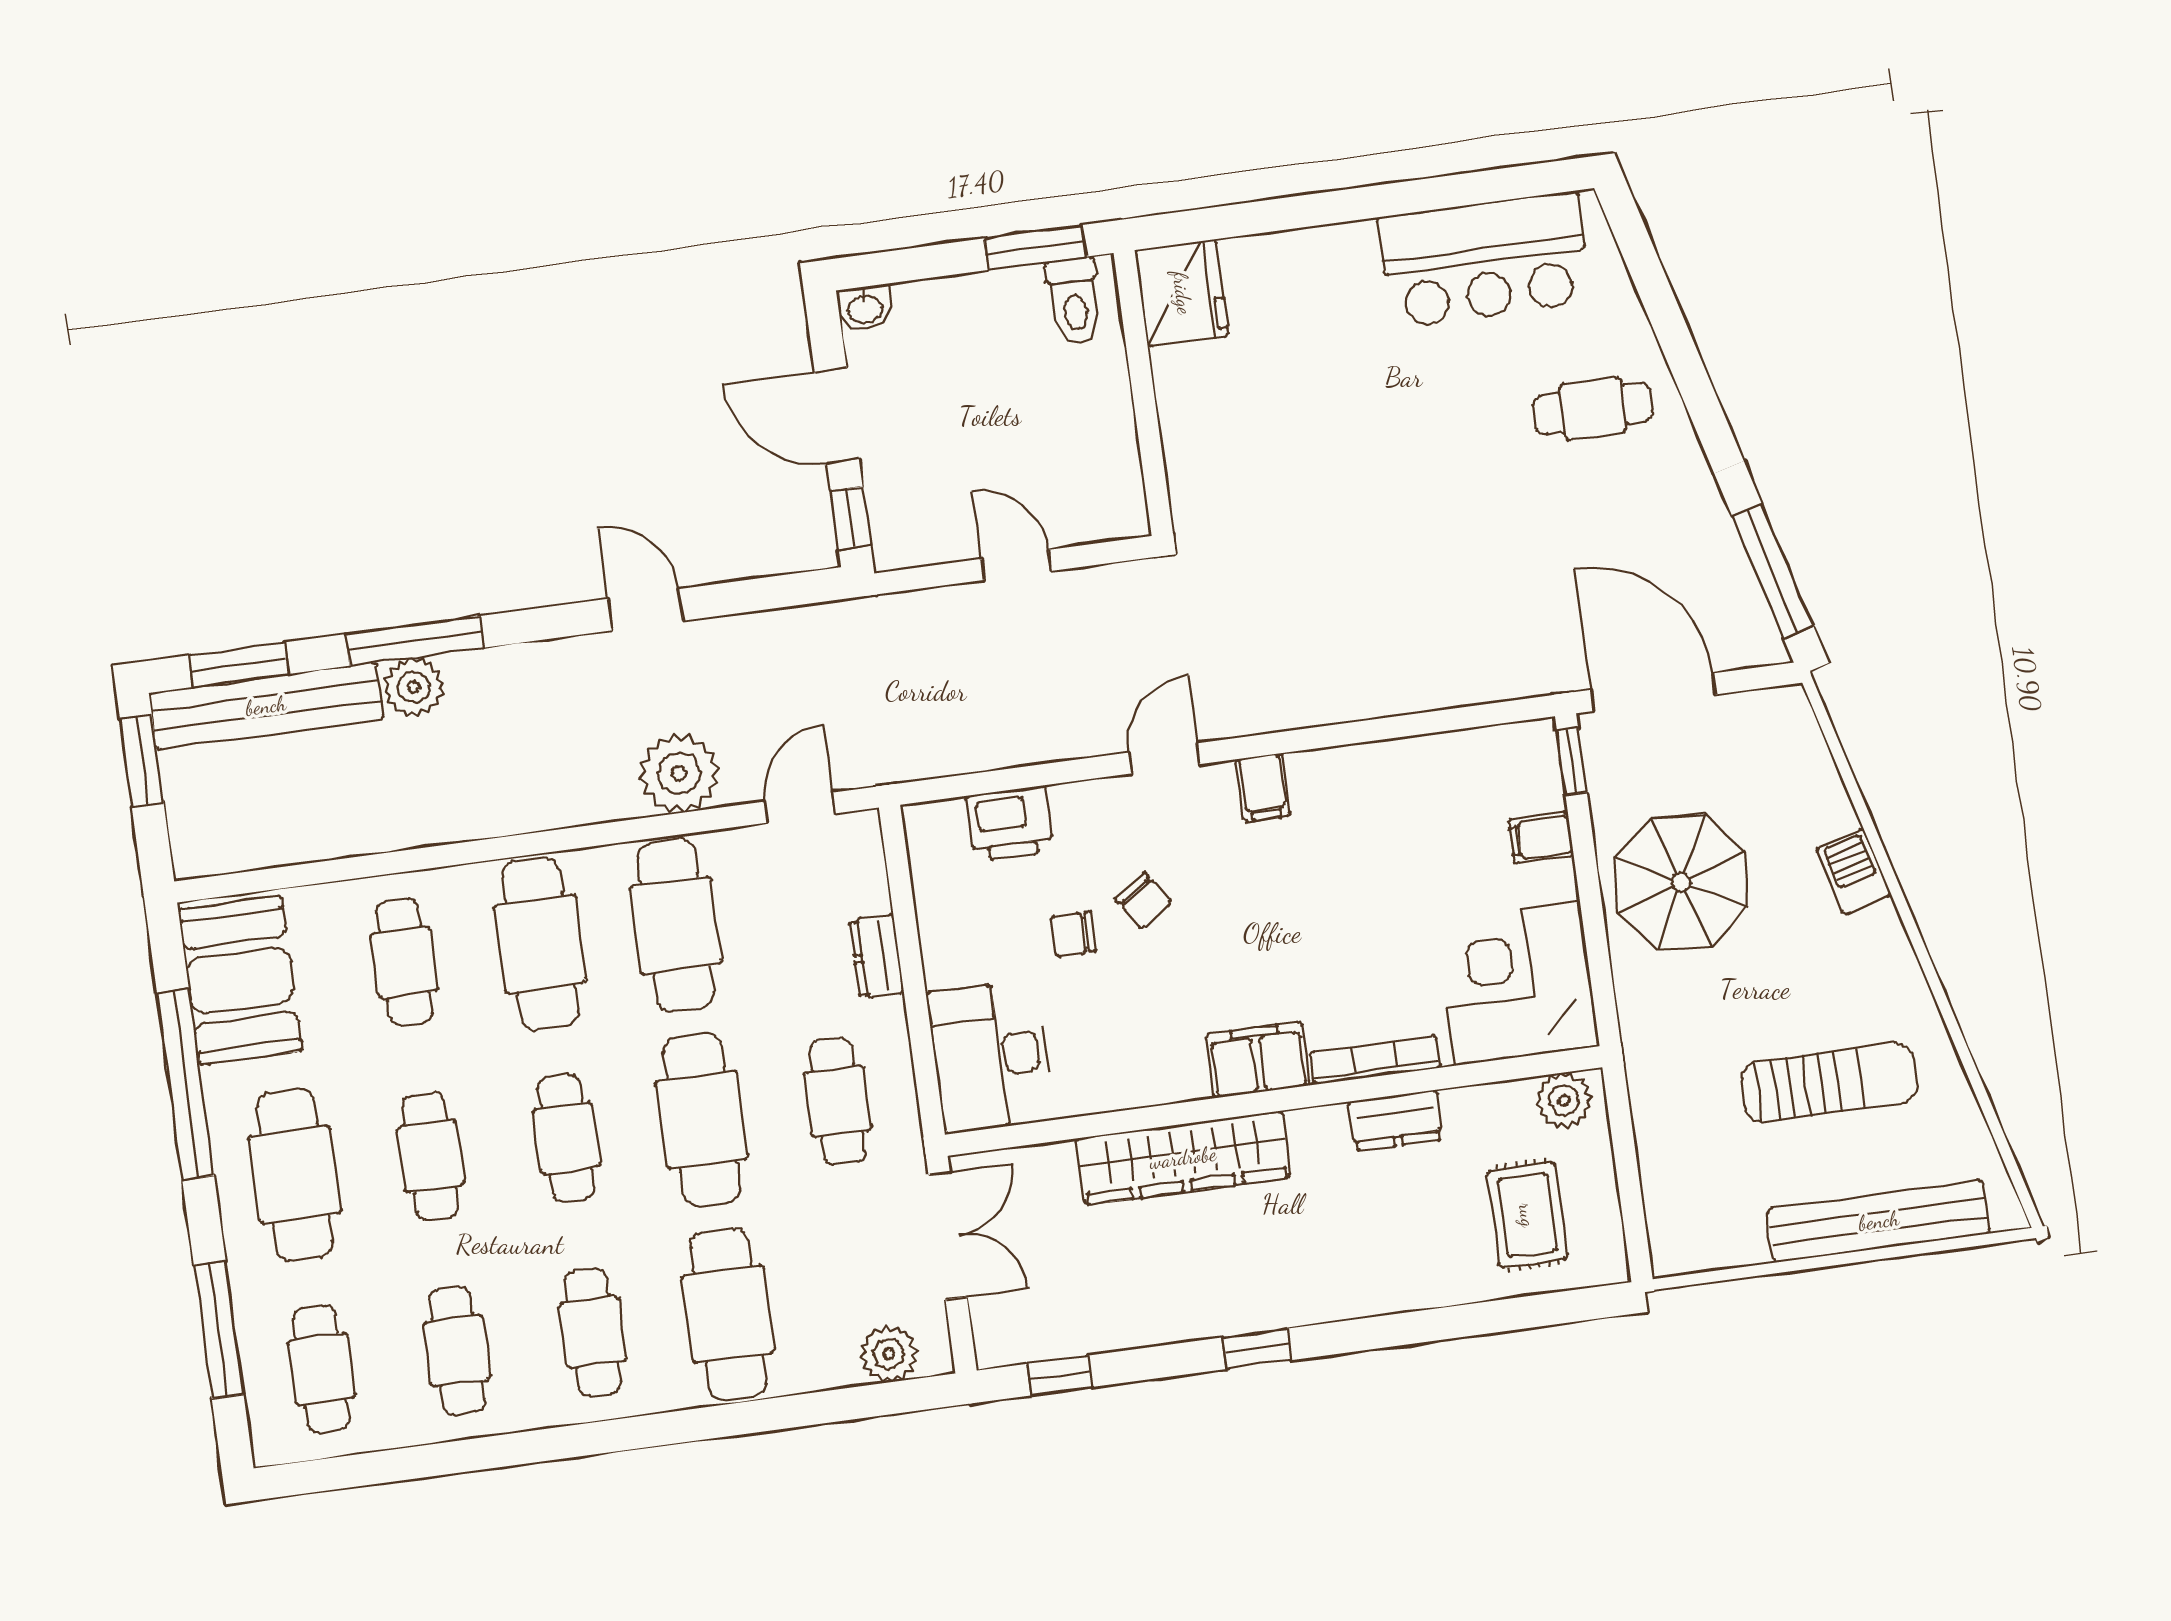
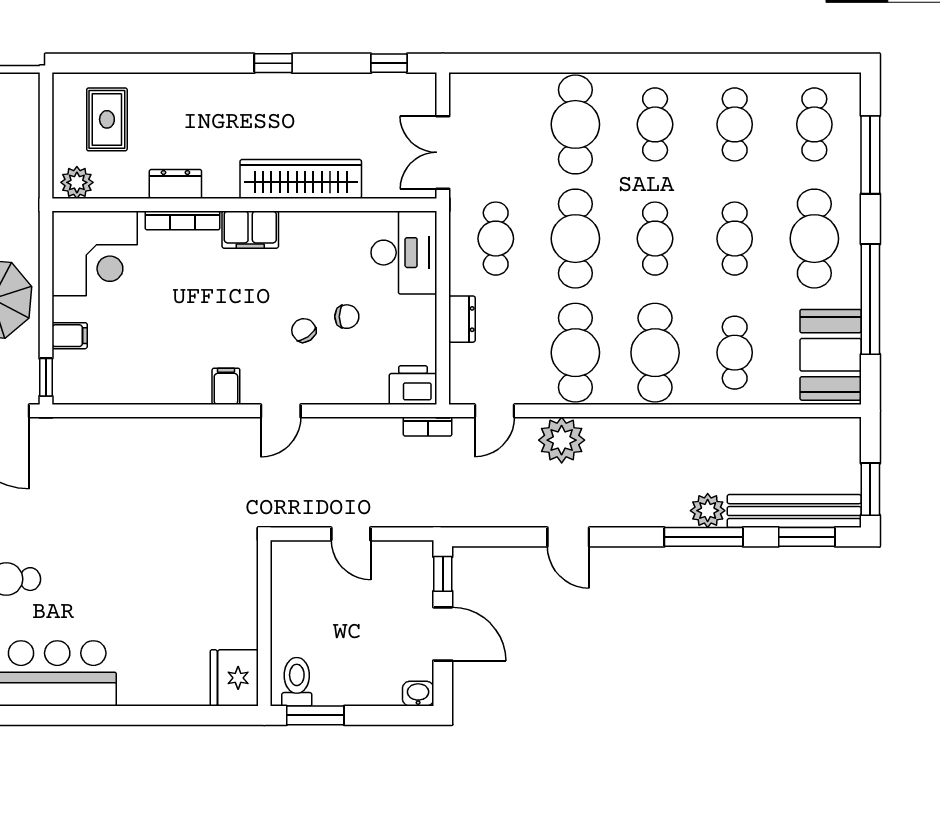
bookcase: (910, 765) -> (428, 427), added
printer: (1010, 824) -> (413, 385), moved
plant: (889, 1354) -> (486, 89), removed

